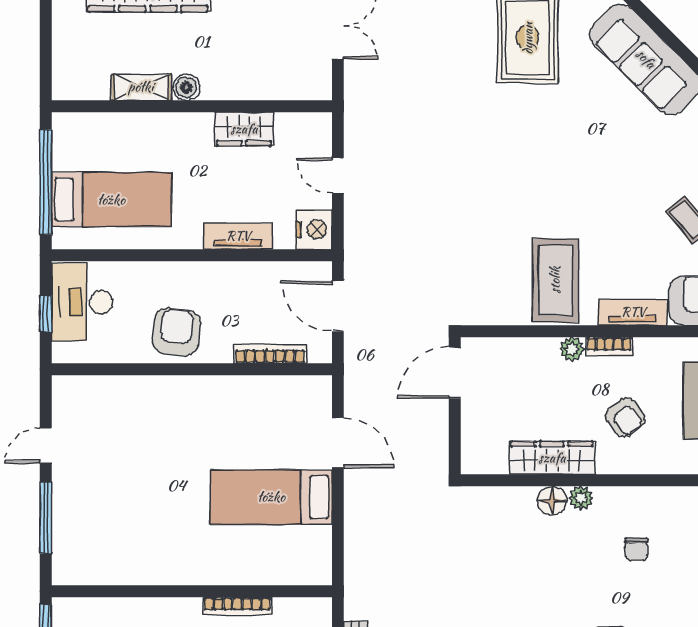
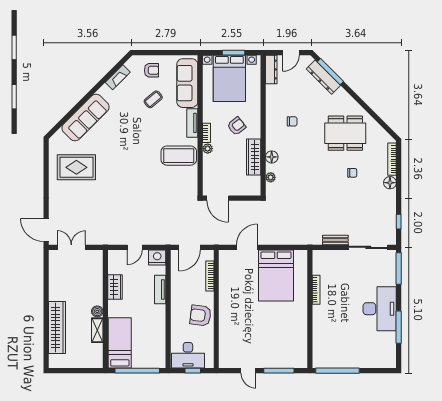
bed: (111, 200) -> (120, 343), moved
bed: (271, 497) -> (276, 275), width x1.50
plant: (581, 498) -> (271, 177), moved

